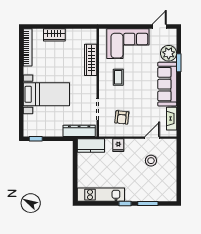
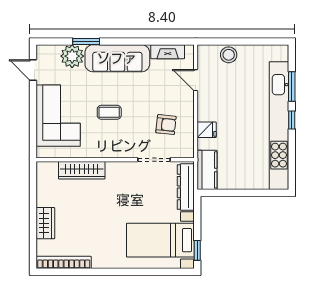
coffee table: (118, 77) -> (109, 112), moved
bed with nightstands: (46, 94) -> (160, 240), moved, turned -90
stool: (151, 161) -> (229, 55), moved
kitchen unit: (101, 195) -> (279, 126), width x1.86

